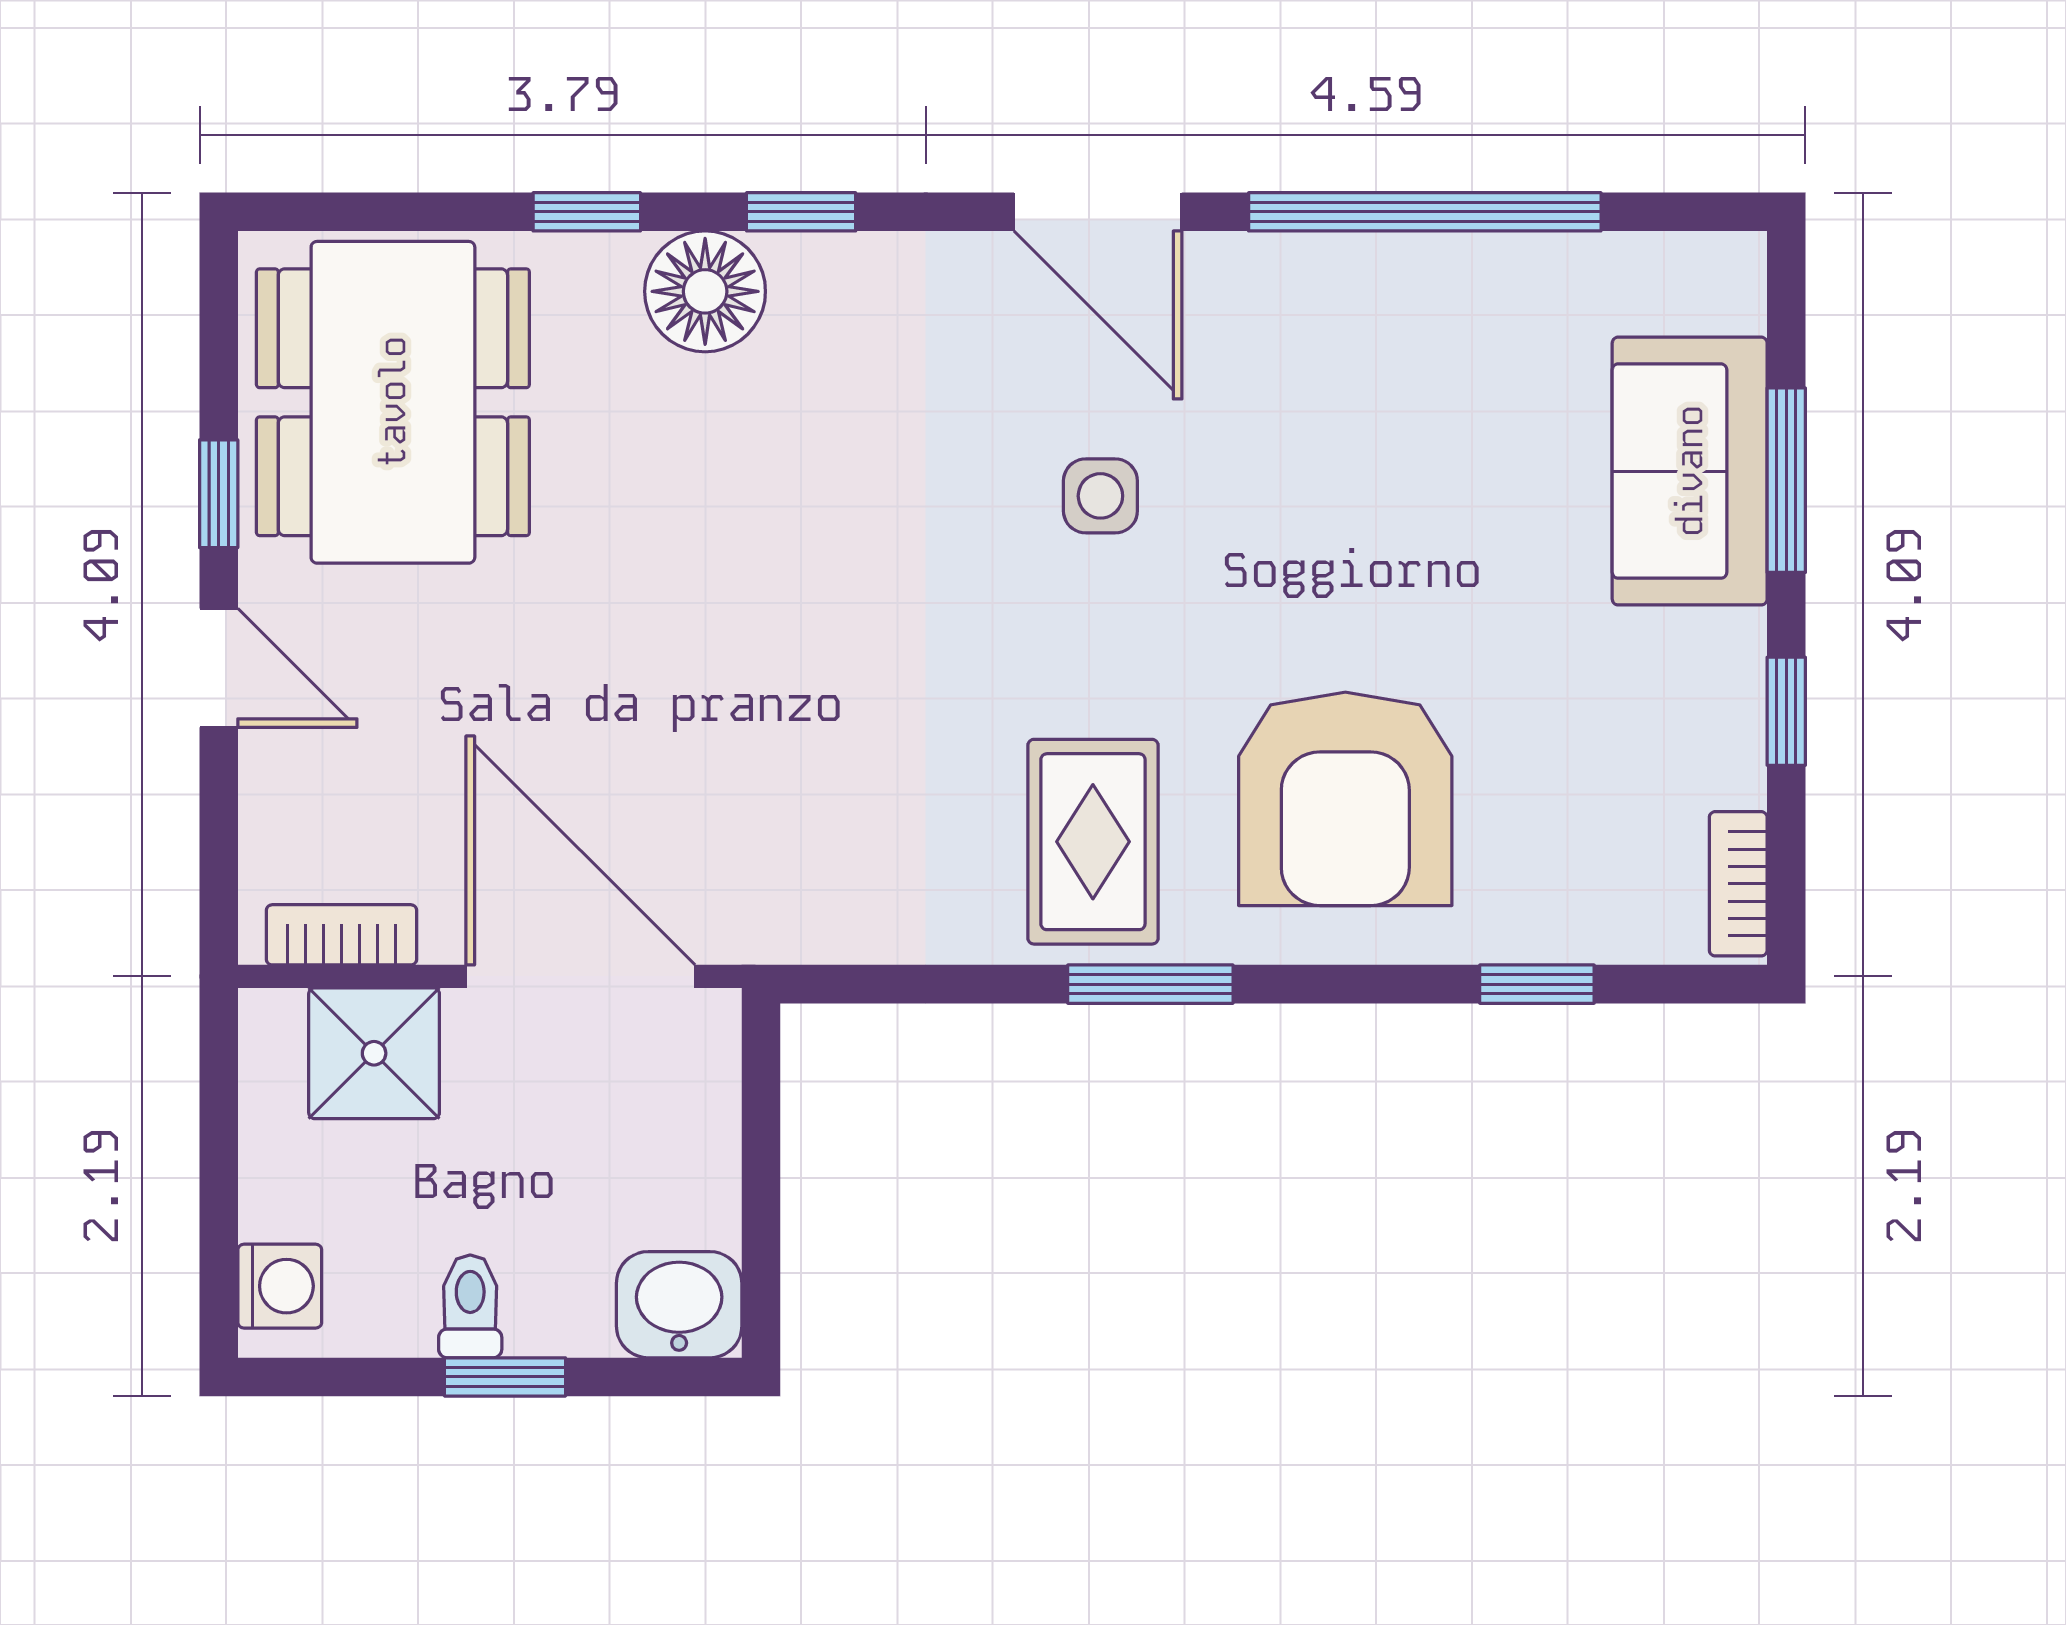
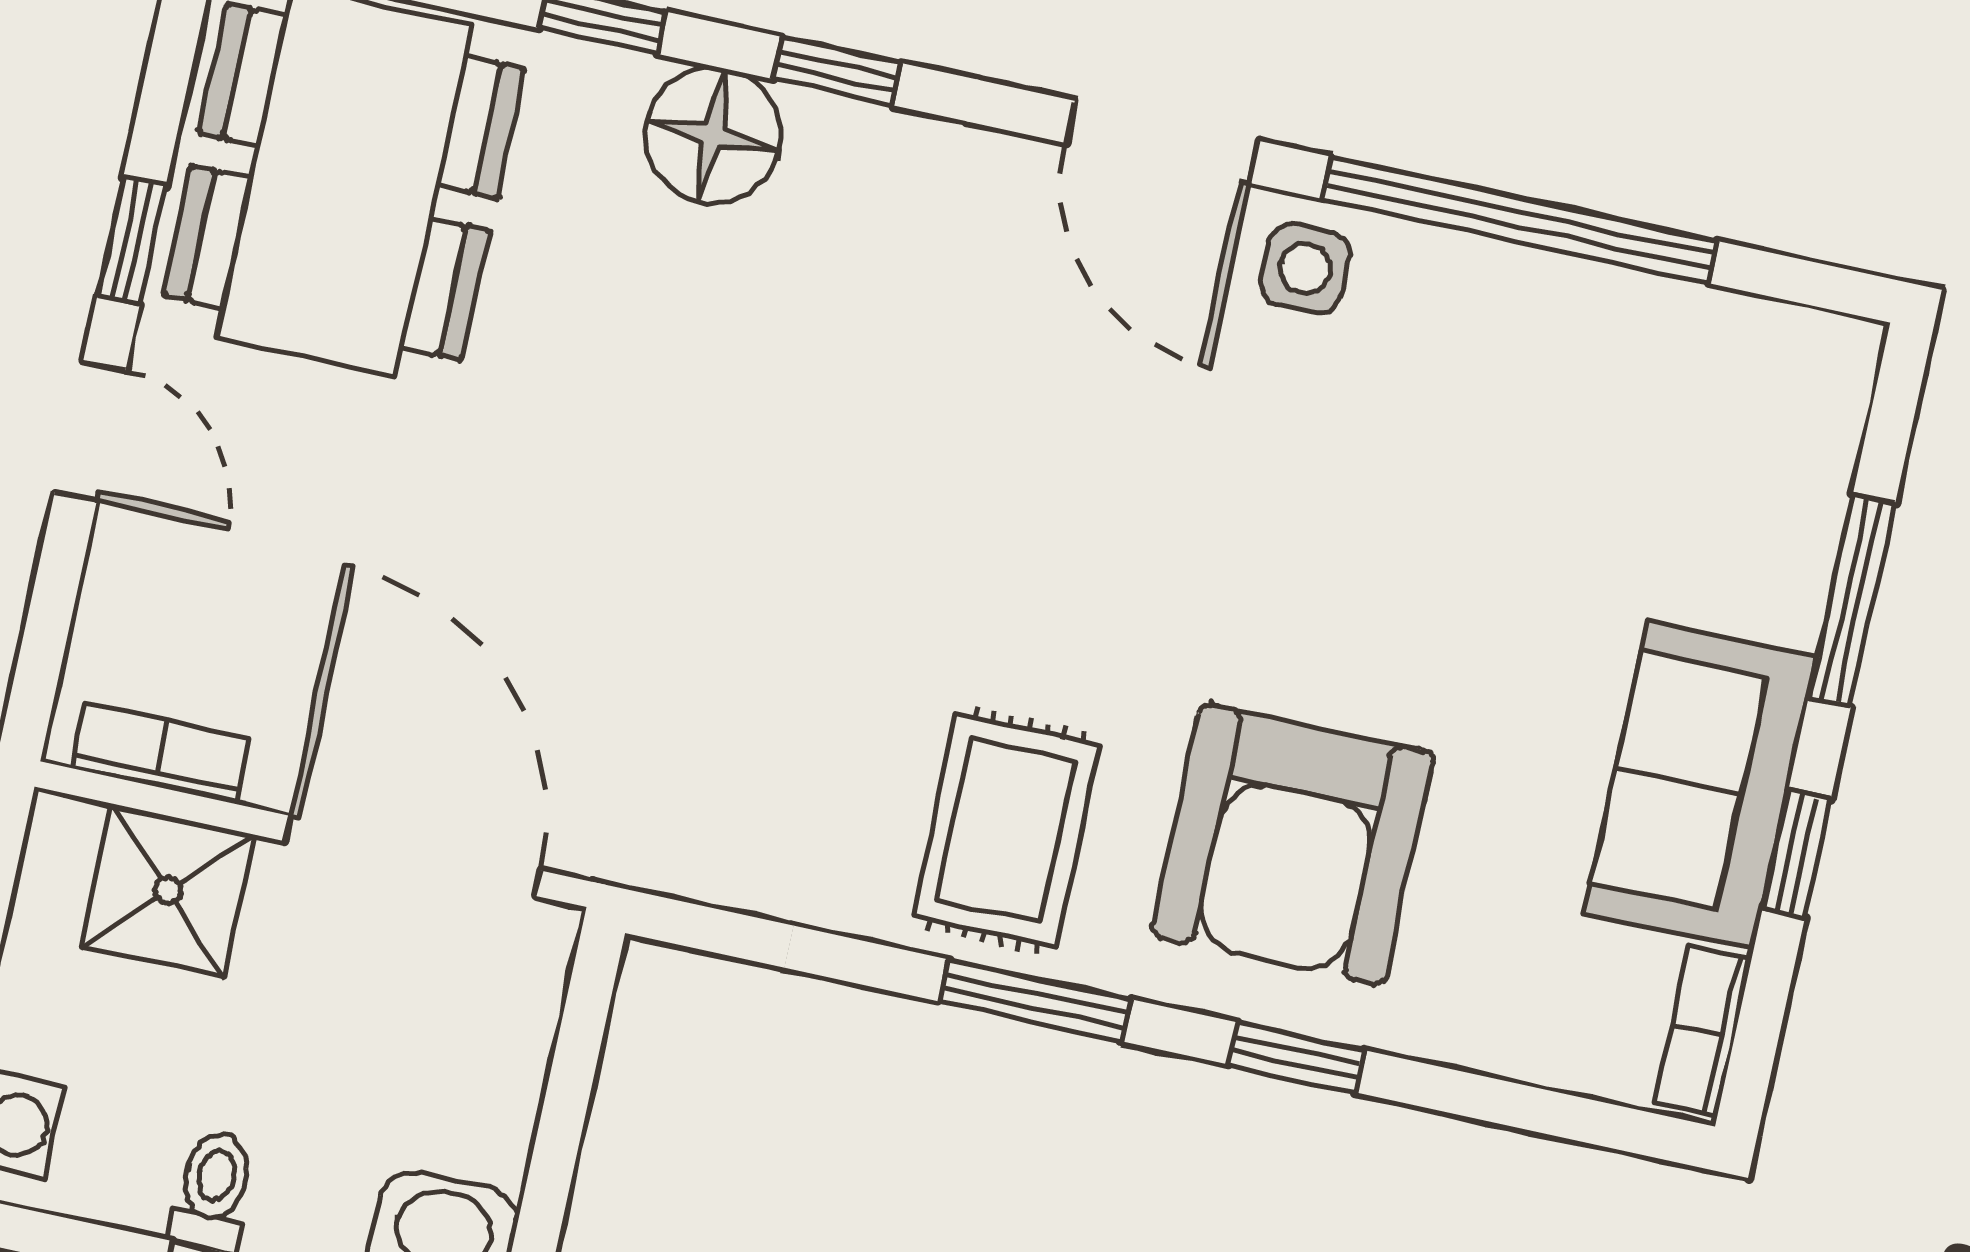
sofa: (1690, 471) -> (1701, 785), moved
side table: (1100, 496) -> (1305, 269), moved
window: (1537, 984) -> (1297, 1057), moved

